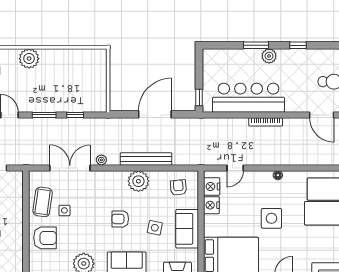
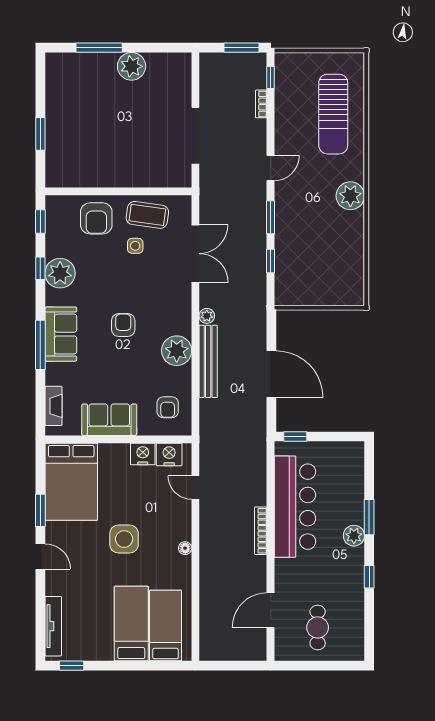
plant: (101, 160) -> (207, 316), moved
armchair: (178, 188) -> (168, 407), turned 95
side table: (155, 228) -> (111, 374), removed

